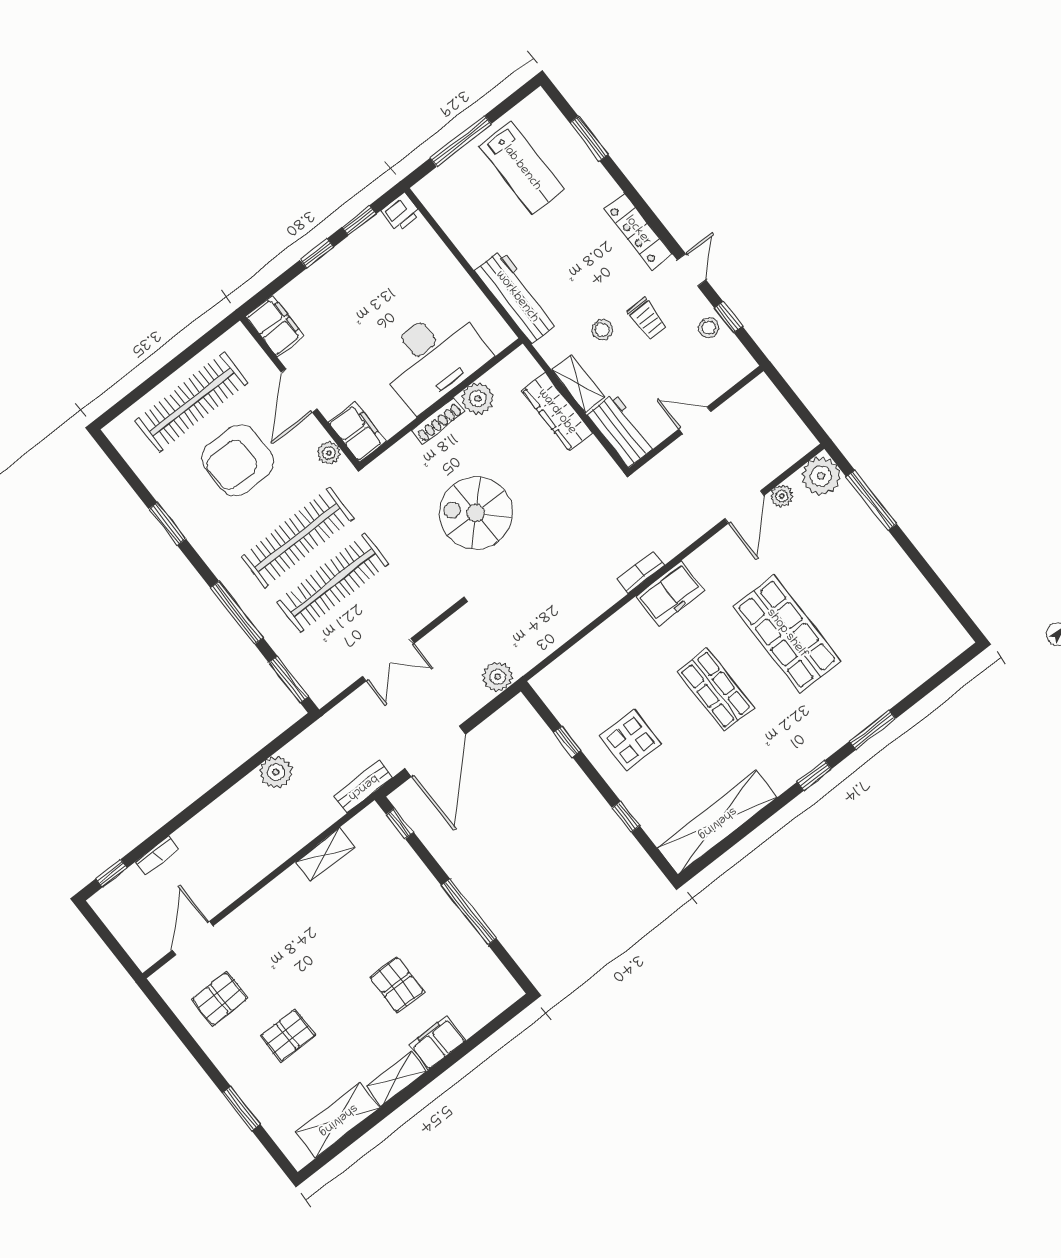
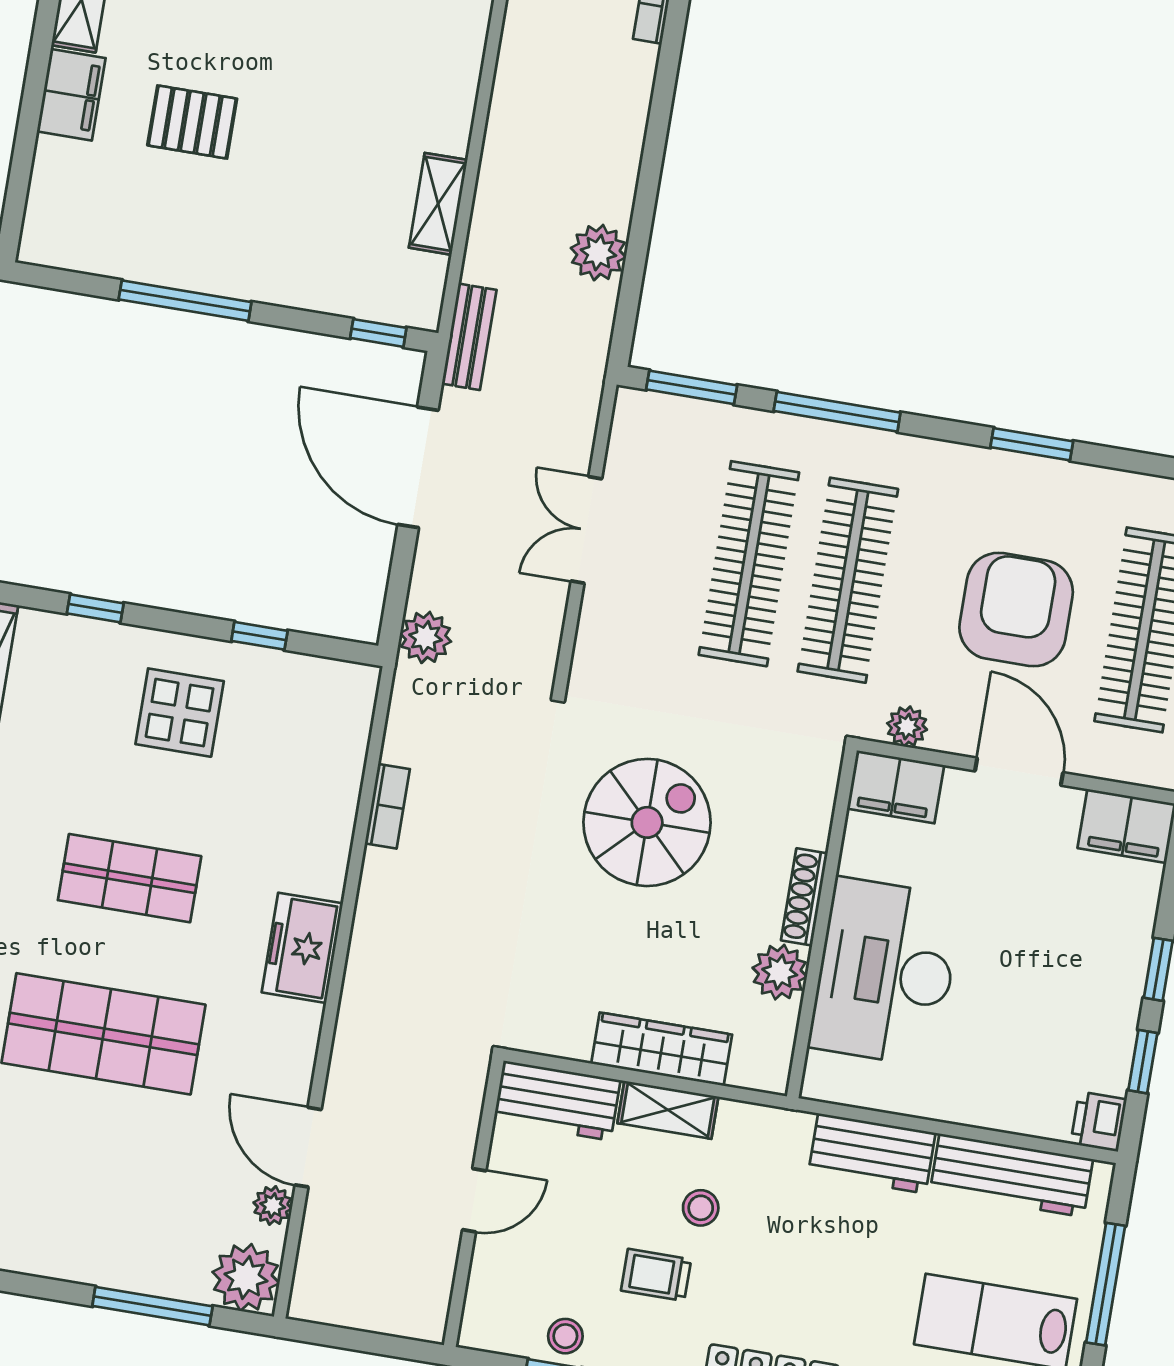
workbench: (458, 223) -> (1011, 1175), added
workbench: (517, 297) -> (872, 1153), width x0.73
bookcase: (641, 572) -> (387, 806), moved

